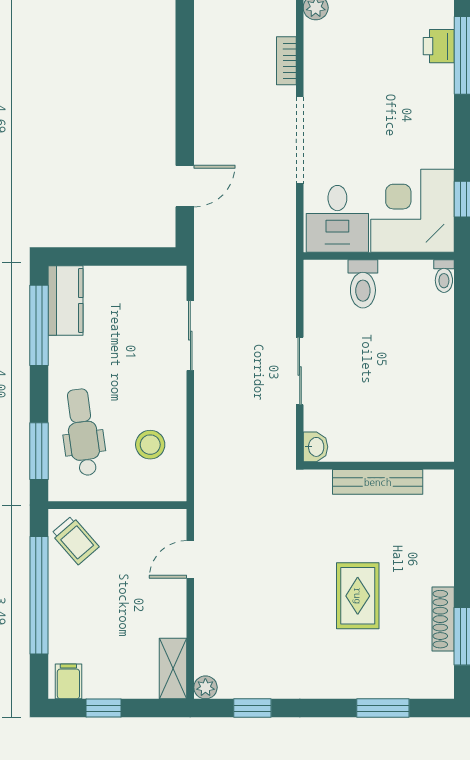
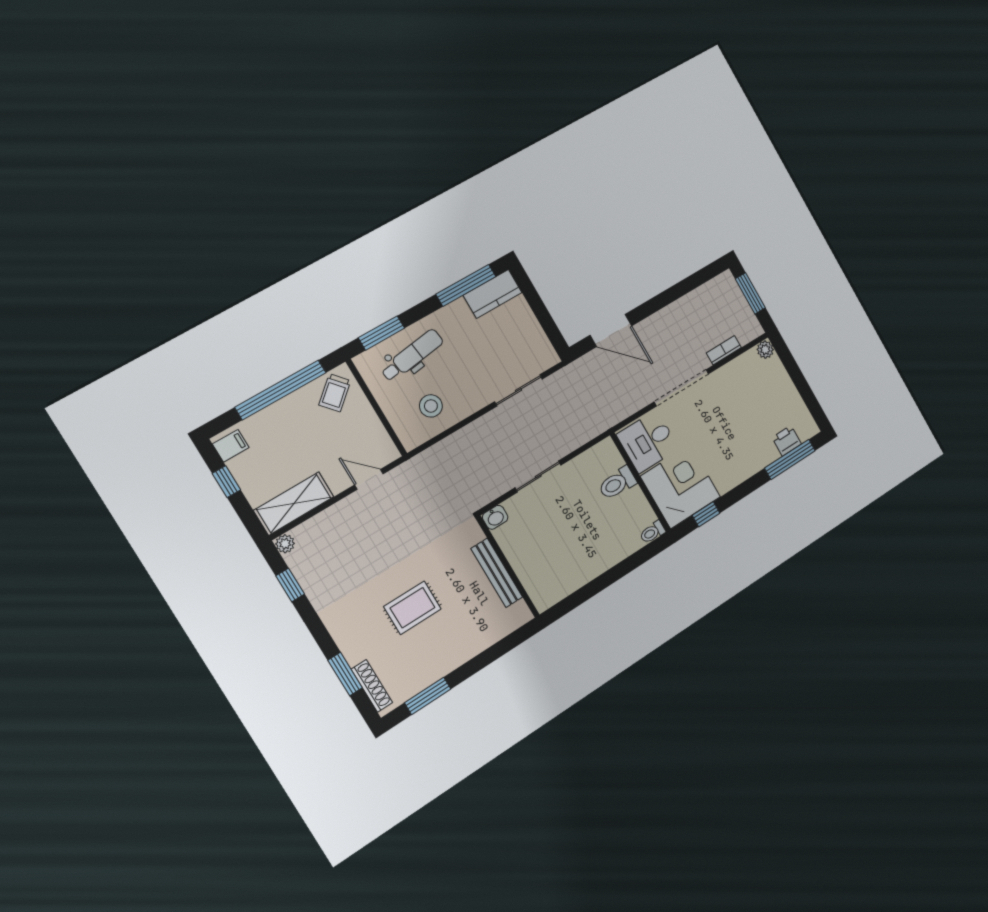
door: (185, 186) -> (611, 330), width x1.38
shoe rack: (443, 619) -> (372, 686), moved, turned 90
shelving: (173, 669) -> (294, 504), width x1.50, depth x1.33

